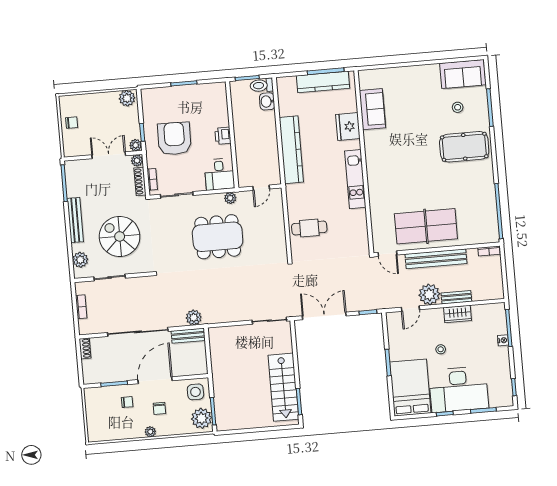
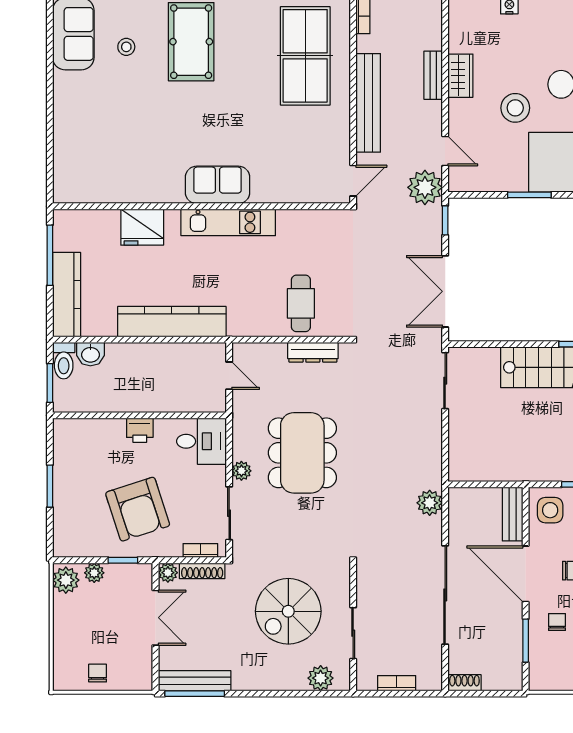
kitchen counter: (323, 82) -> (67, 295), moved
sofa: (372, 109) -> (218, 185), moved
armchair: (174, 139) -> (138, 509), turned -109
plant: (136, 145) -> (94, 573), moved
double door: (109, 155) -> (156, 618), swing flipped
plant: (230, 198) -> (241, 471), moved
bench: (75, 220) -> (195, 681), moved
table tennis table: (426, 226) -> (305, 56), moved
dresser: (280, 238) -> (313, 352), added
plant: (429, 294) -> (425, 187), moved
bench: (188, 336) -> (513, 514), moved
stool: (441, 349) -> (515, 108), width x1.89, depth x1.89

